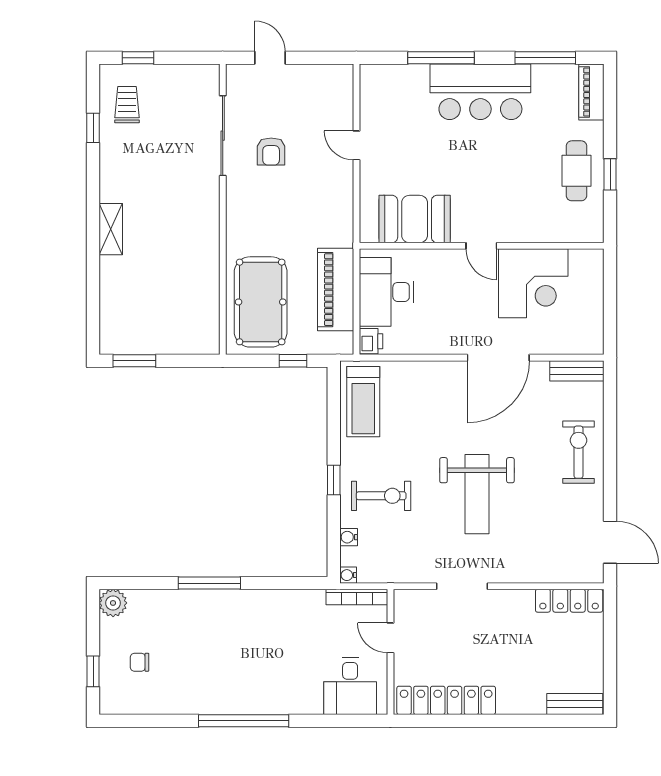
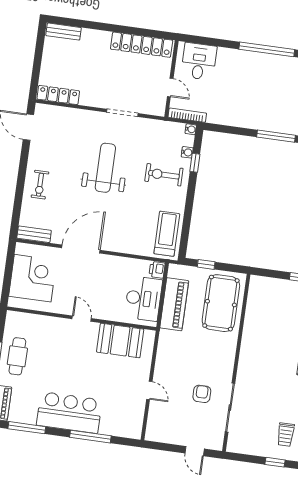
corner desk: (533, 283) -> (33, 278), moved, turned 90
exercise bike: (578, 452) -> (40, 185), width x0.73, depth x0.72
window: (334, 480) -> (195, 163), moved

